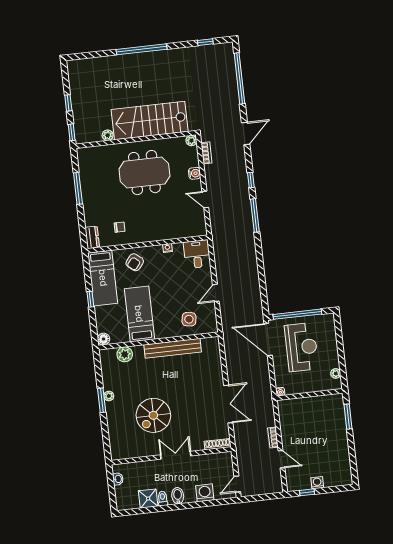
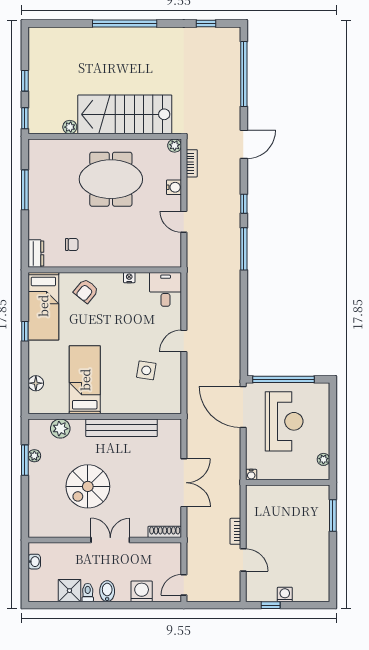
bed: (139, 314) -> (85, 380), moved
wall: (158, 341) -> (105, 416), moved
bench: (173, 348) -> (122, 428), moved
plant: (125, 354) -> (60, 429), moved

